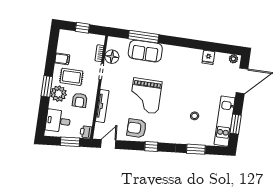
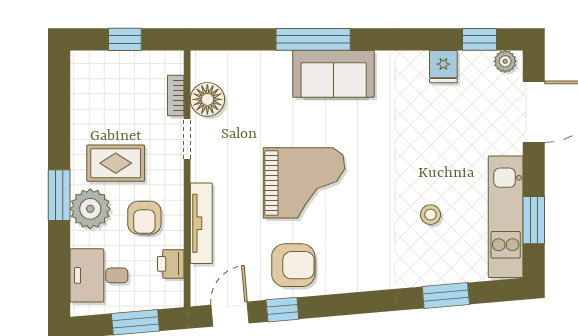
window: (143, 37) -> (313, 39), moved
window: (224, 49) -> (480, 39), added
sofa: (145, 51) -> (334, 74), moved
filing cabinet: (62, 59) -> (87, 122), removed
grand piano: (146, 96) -> (304, 183), turned -90
armchair: (137, 128) -> (293, 265), turned 180
printer: (86, 132) -> (171, 264), moved
window: (151, 147) -> (282, 310), moved

